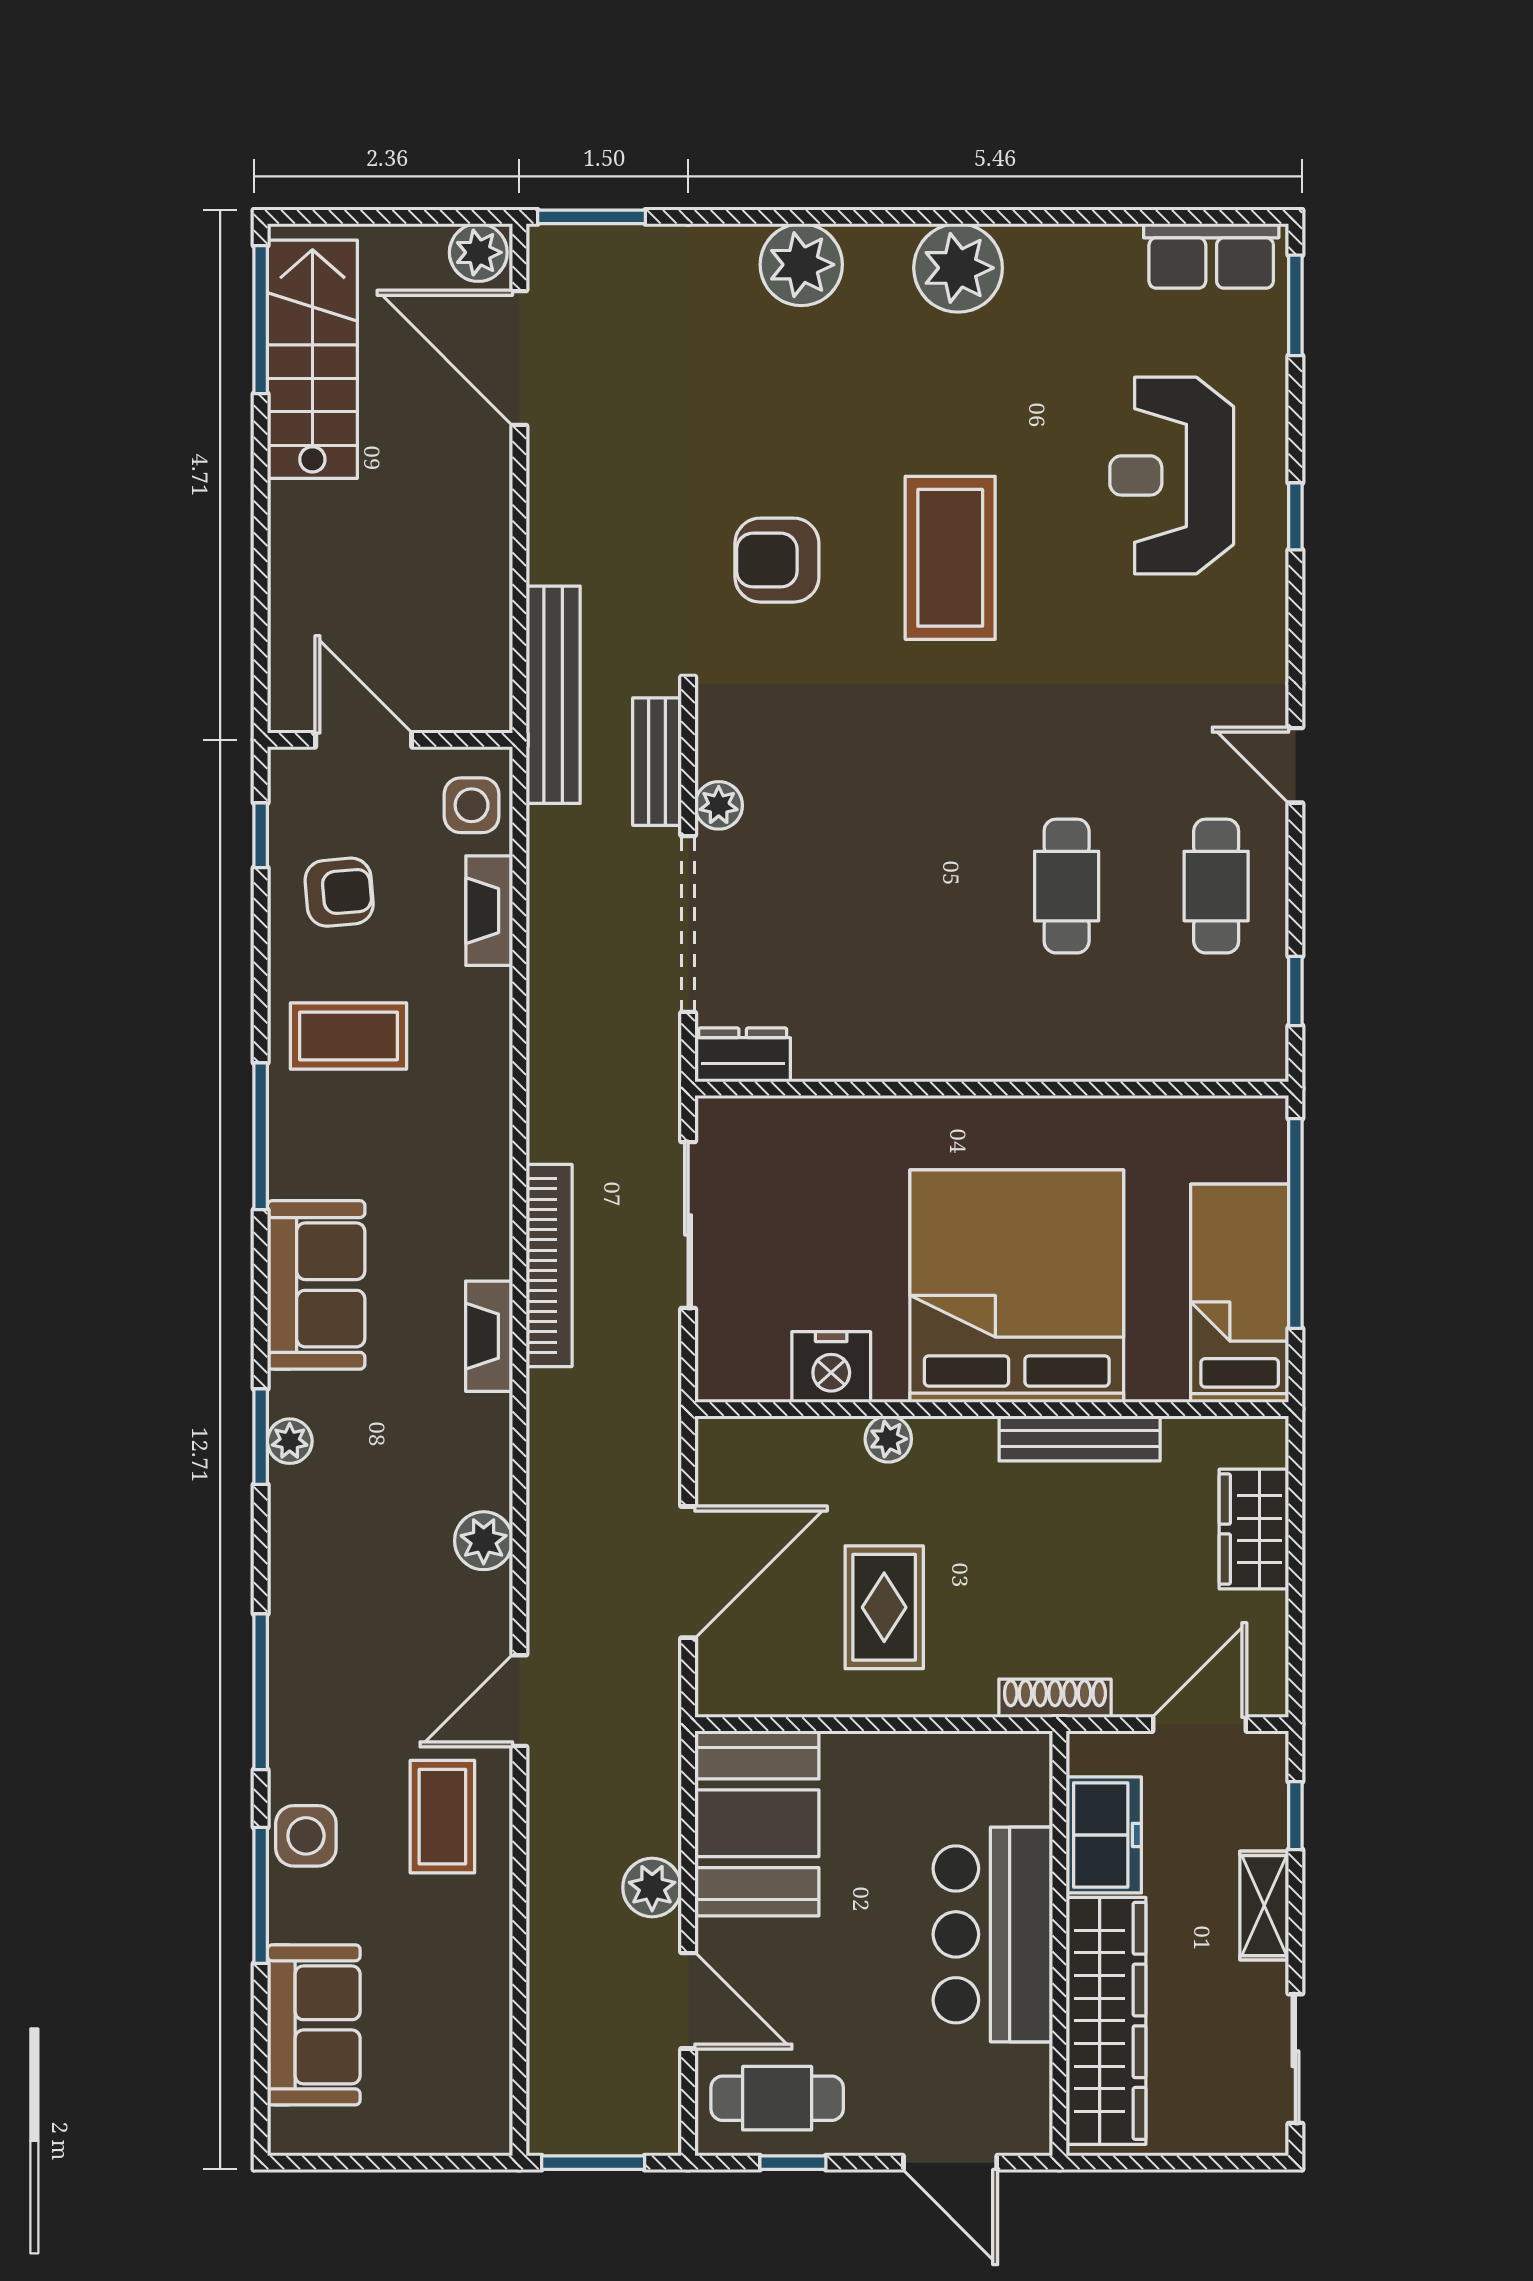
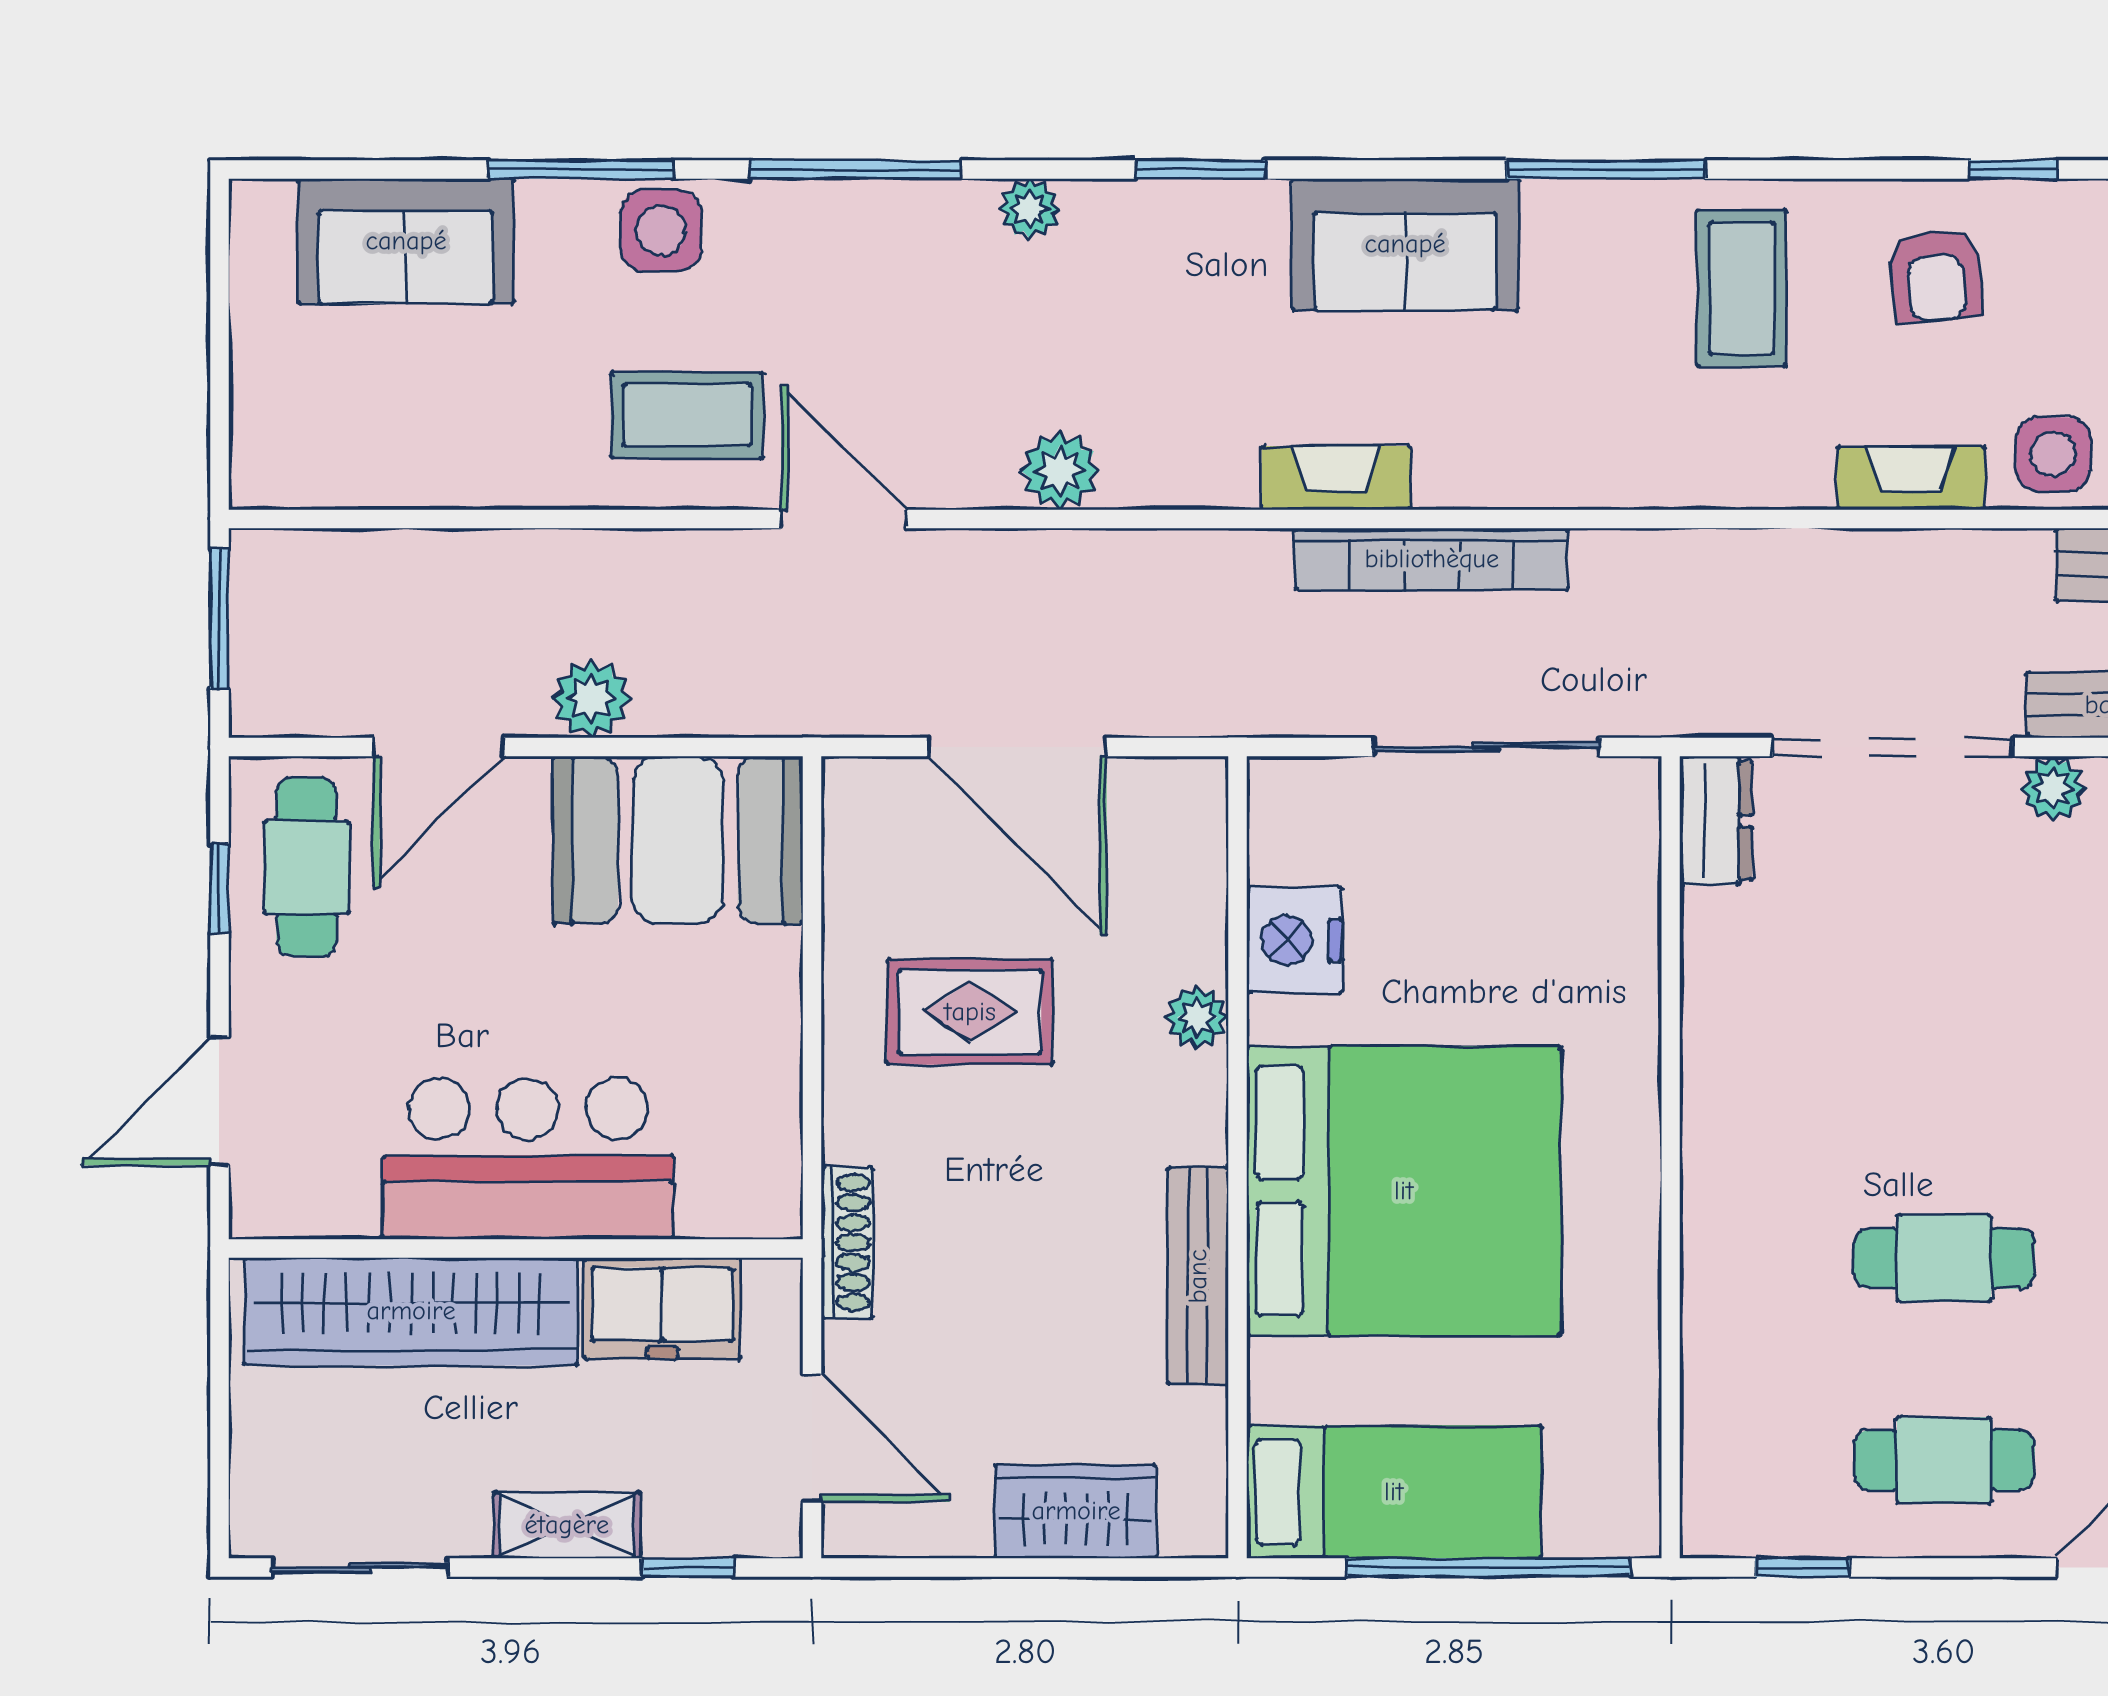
plant: (290, 1441) -> (1030, 209), moved

